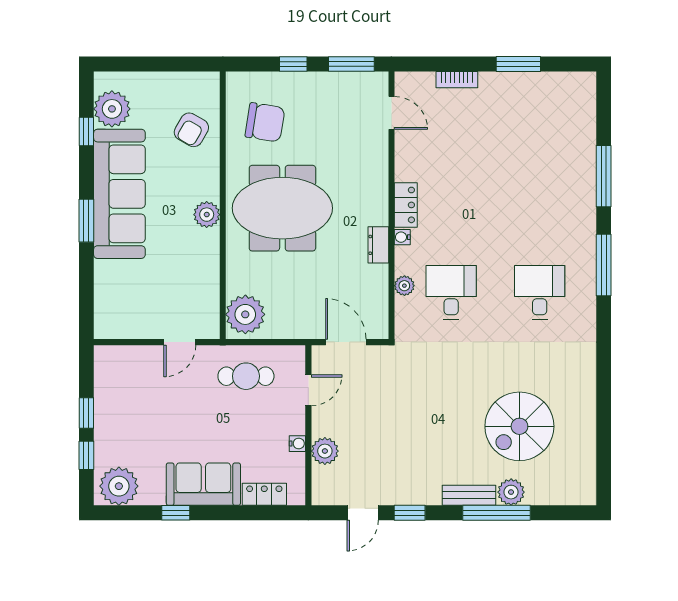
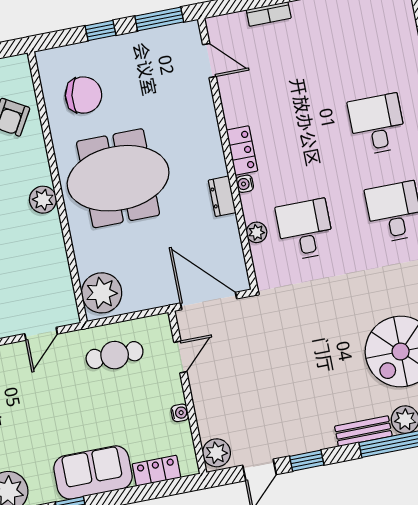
desk: (540, 205) -> (377, 124), added
door: (346, 342) -> (209, 301), width x1.36
plant: (325, 451) -> (216, 453), moved

